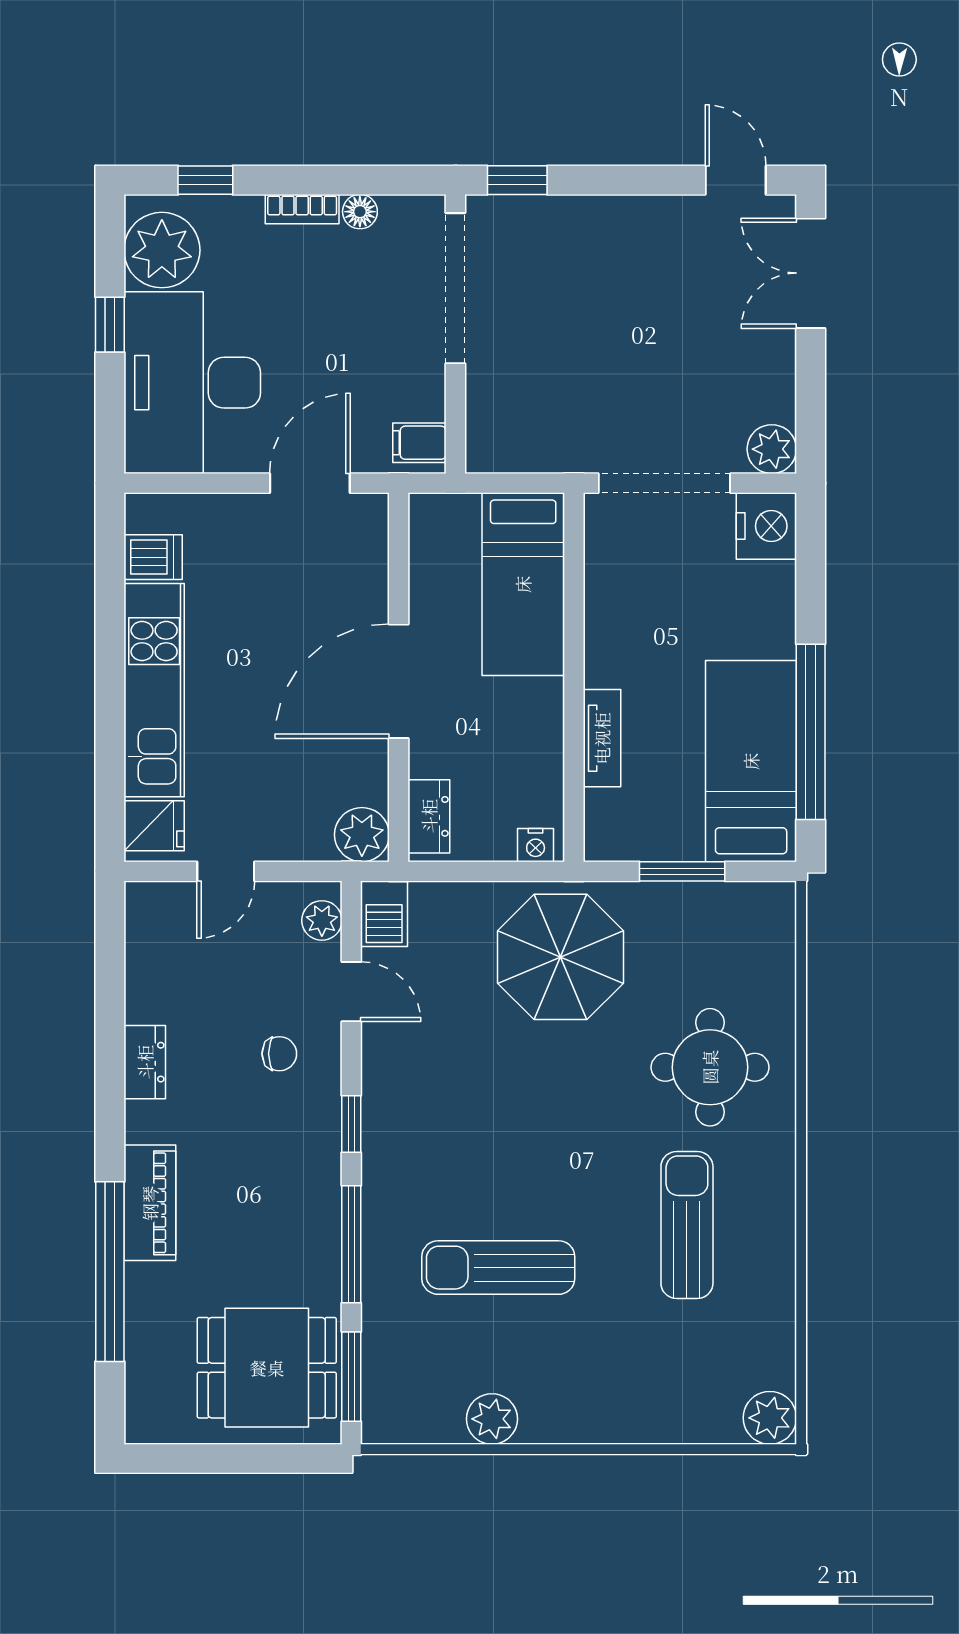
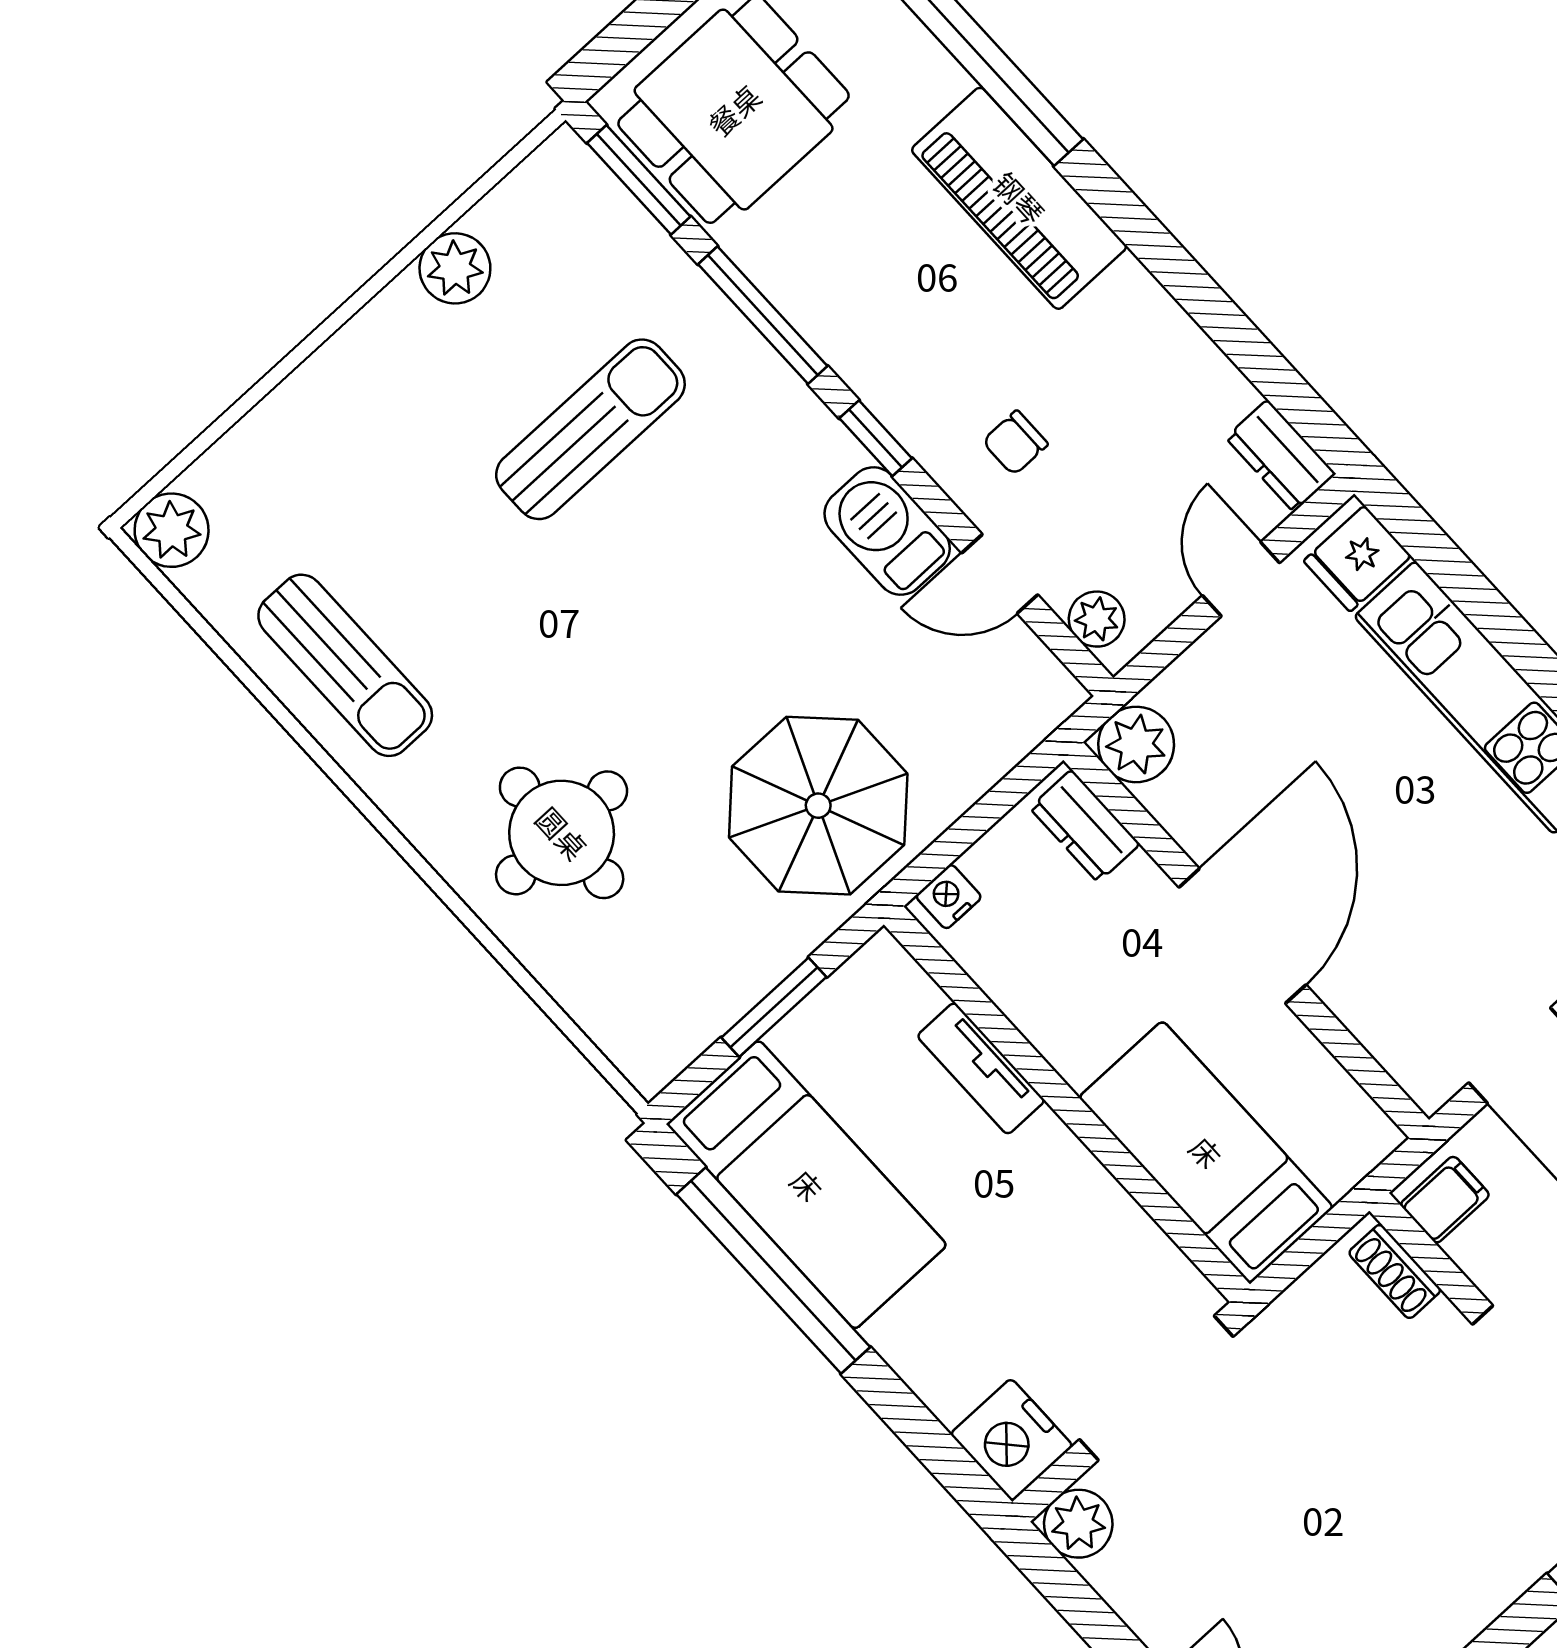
shoe rack: (481, 429) -> (1395, 1271), added
barbecue: (384, 914) -> (887, 531), moved, width x1.38, depth x1.27
dresser: (145, 1062) -> (1281, 456), moved
piano: (150, 1203) -> (1019, 198), width x1.37, depth x1.33
sun lounger: (687, 1225) -> (345, 665), moved

